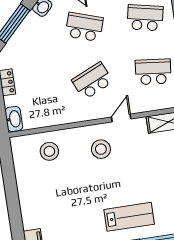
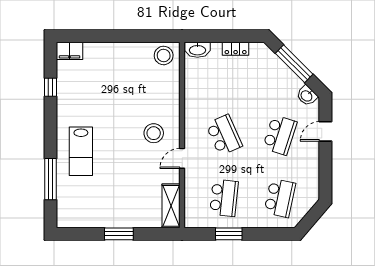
door: (121, 118) -> (182, 158), swing flipped
stool: (49, 151) -> (164, 55), moved

